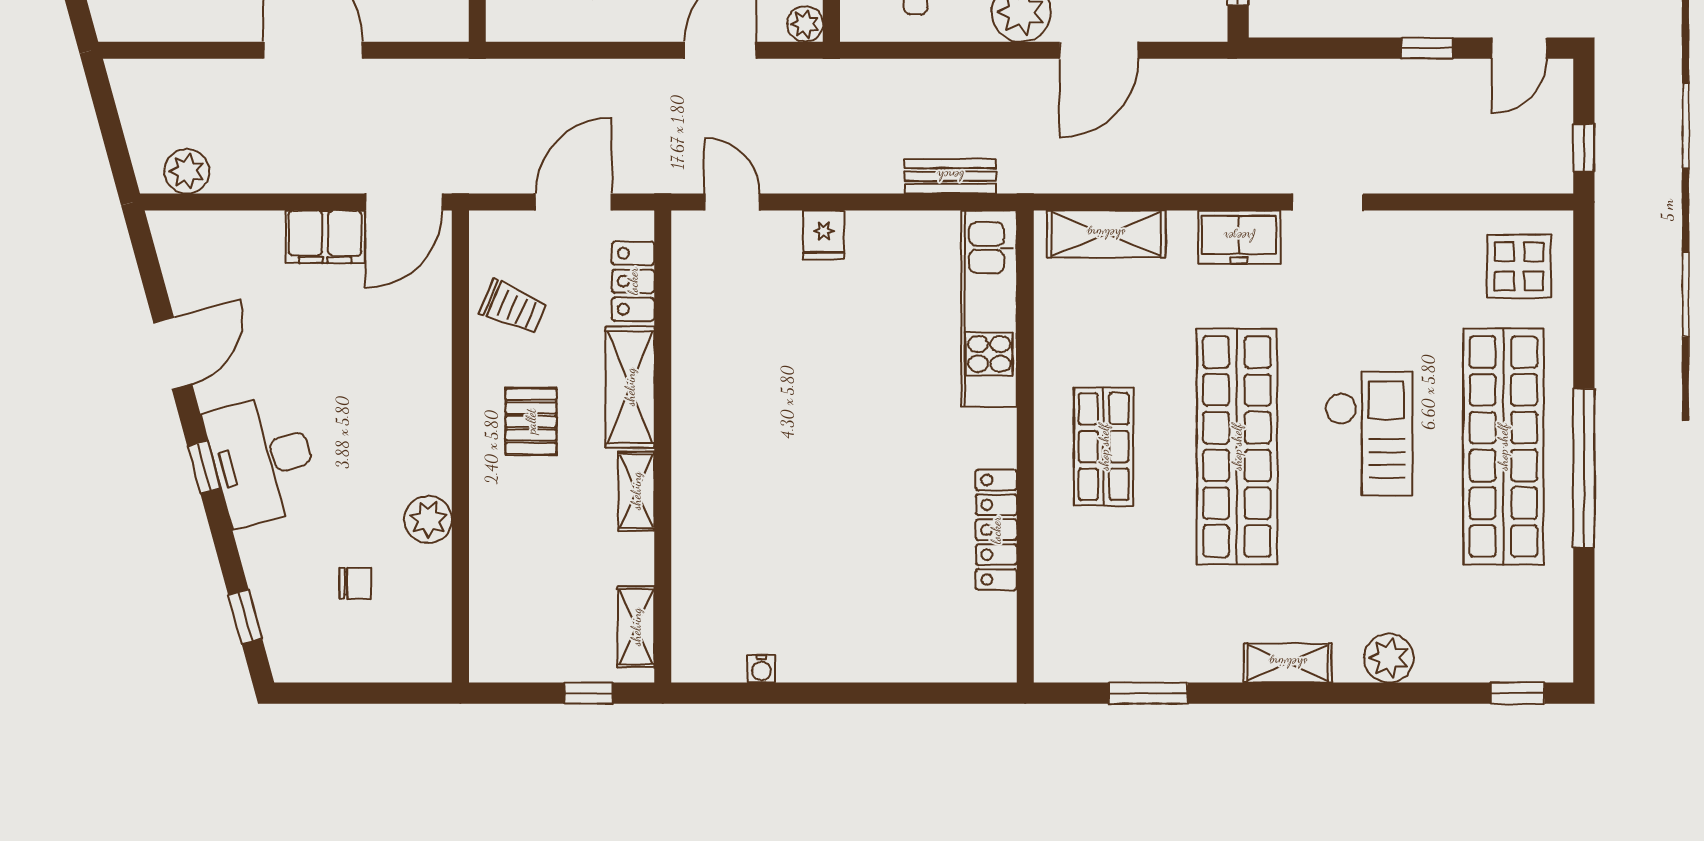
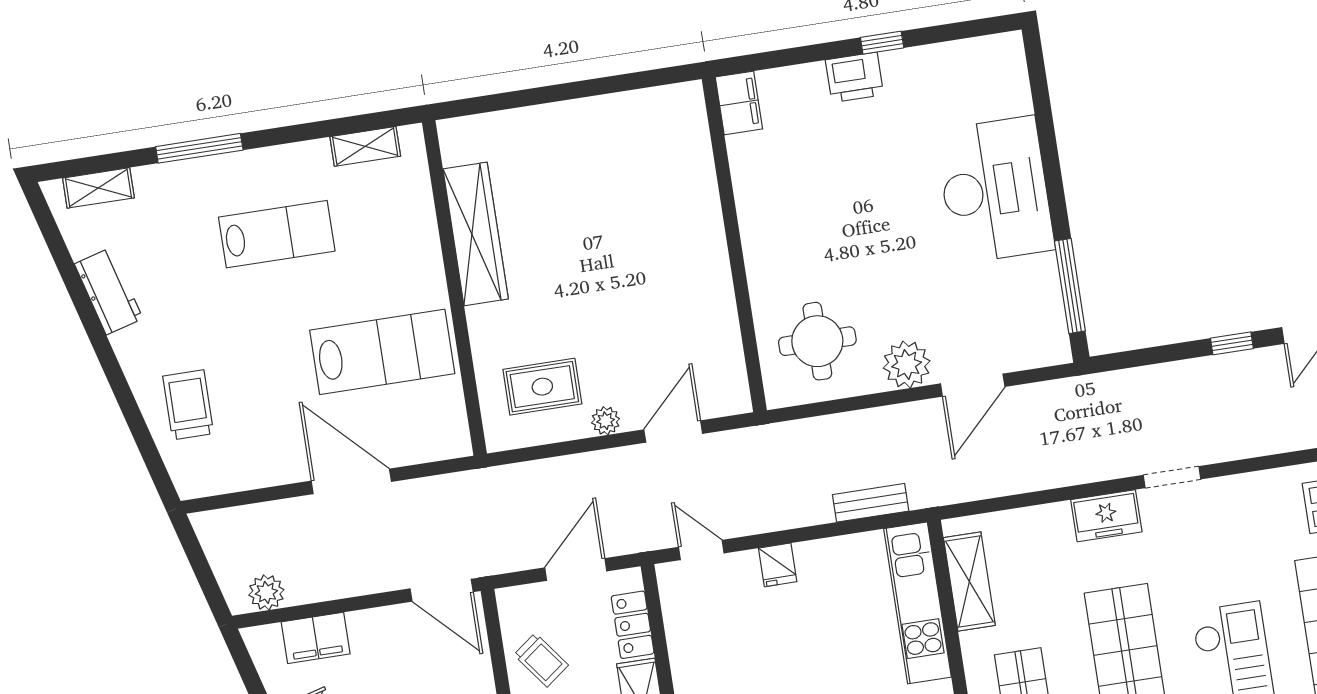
plant: (805, 24) -> (606, 421), moved
door: (404, 202) -> (442, 590), hinge flipped
shelving: (1106, 234) -> (969, 581), moved, turned 90
filing cabinet: (325, 237) -> (316, 638), moved
trolley: (513, 307) -> (541, 660), turned 30

